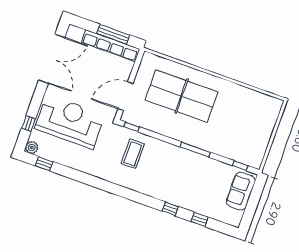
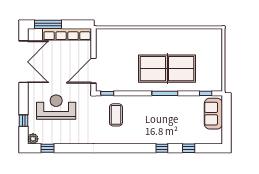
window: (113, 34) -> (48, 24), moved
table tennis table: (182, 96) -> (167, 69), moved
reception desk: (70, 122) -> (56, 107), width x0.74, depth x0.77

